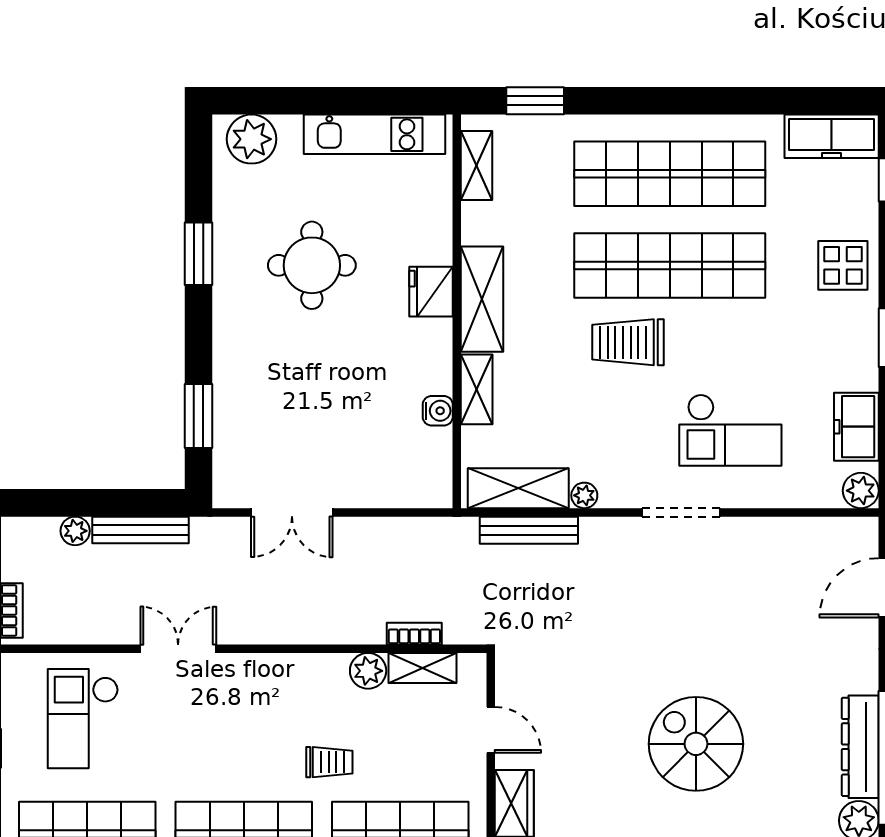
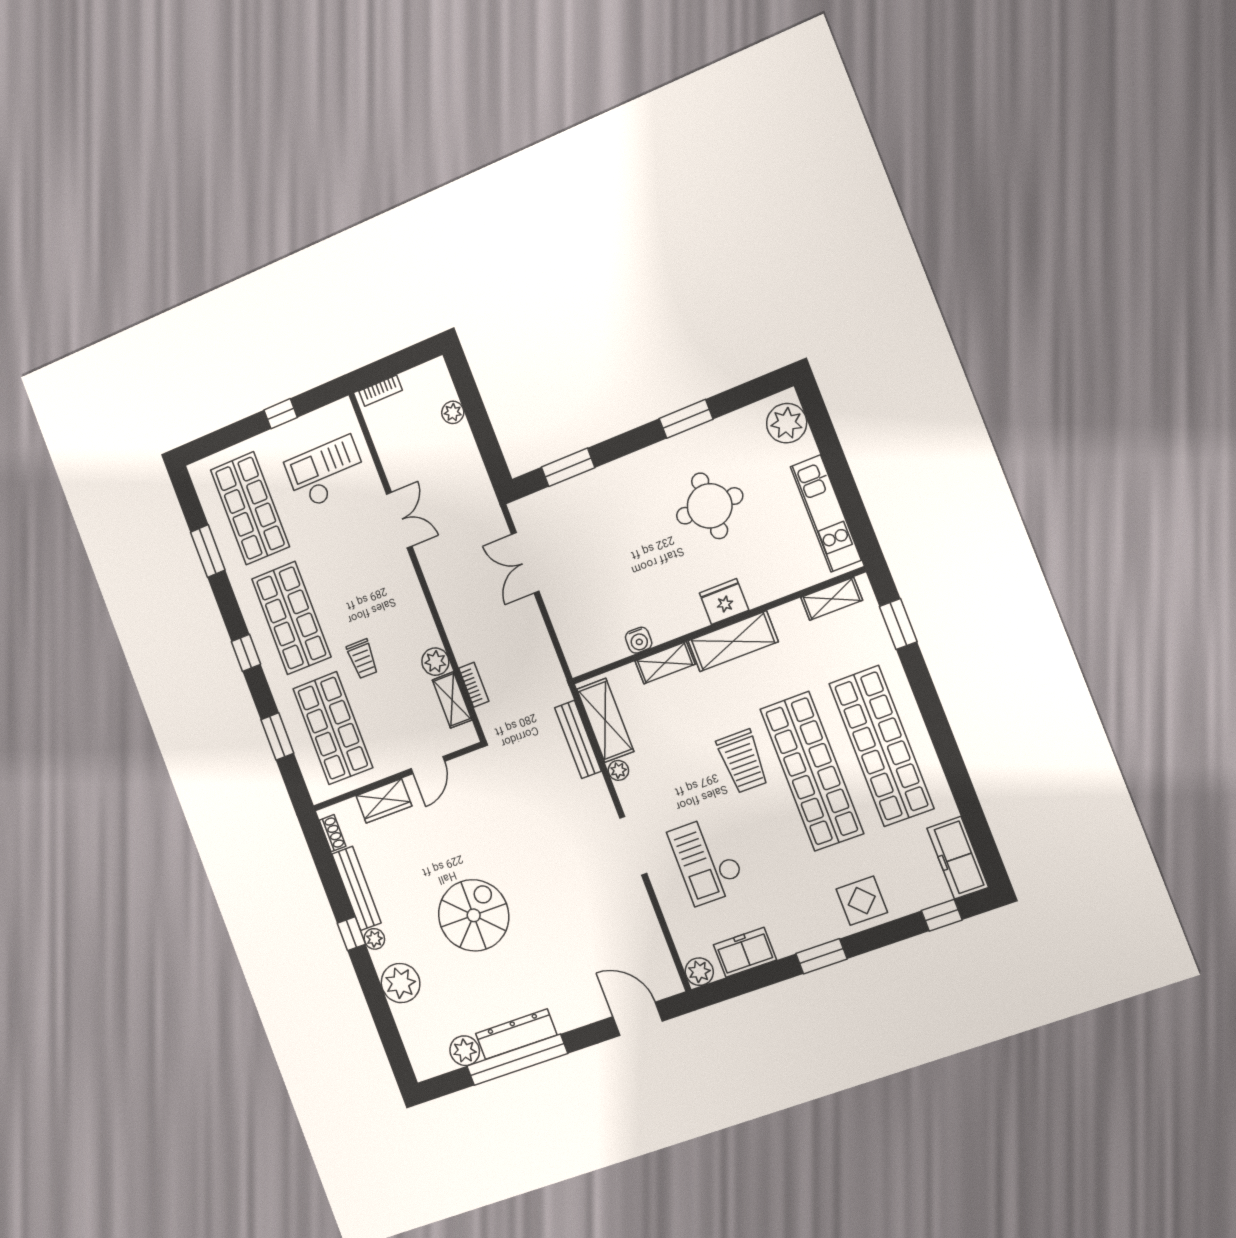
trolley: (628, 342) -> (743, 761), turned 180
bench: (141, 530) -> (471, 459), removed

